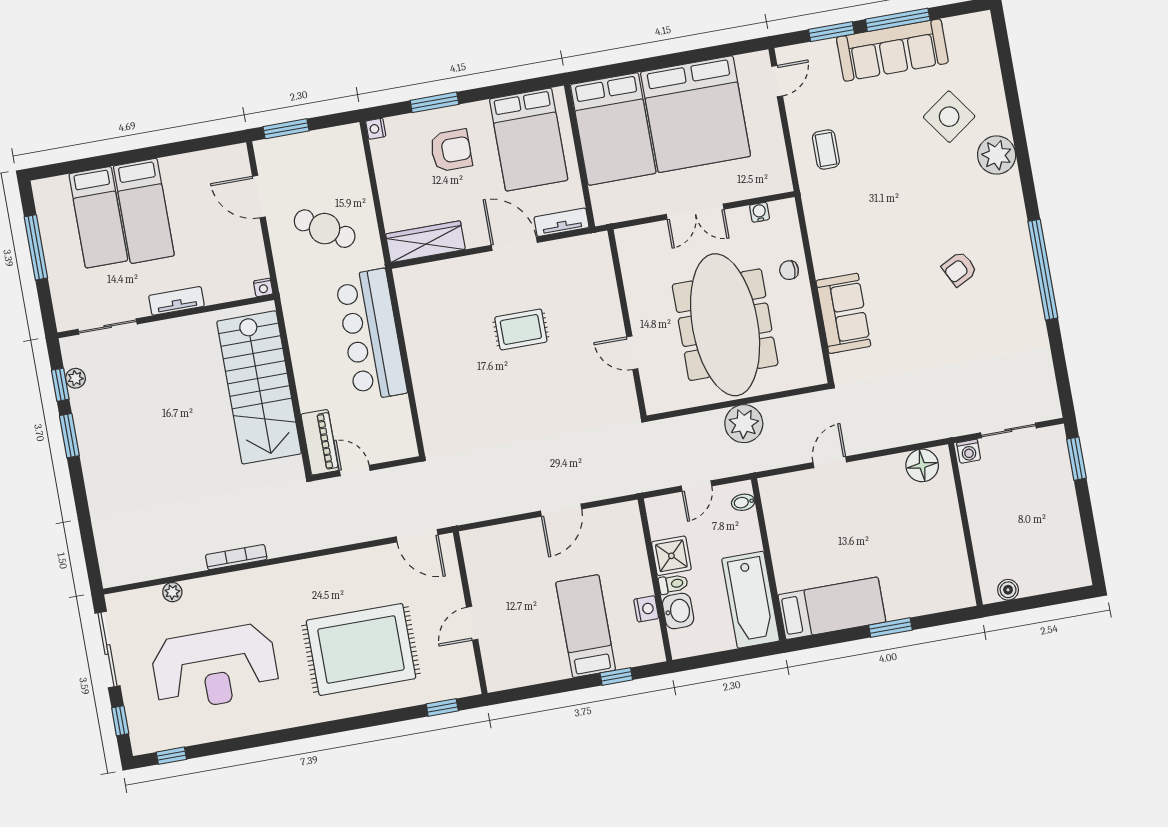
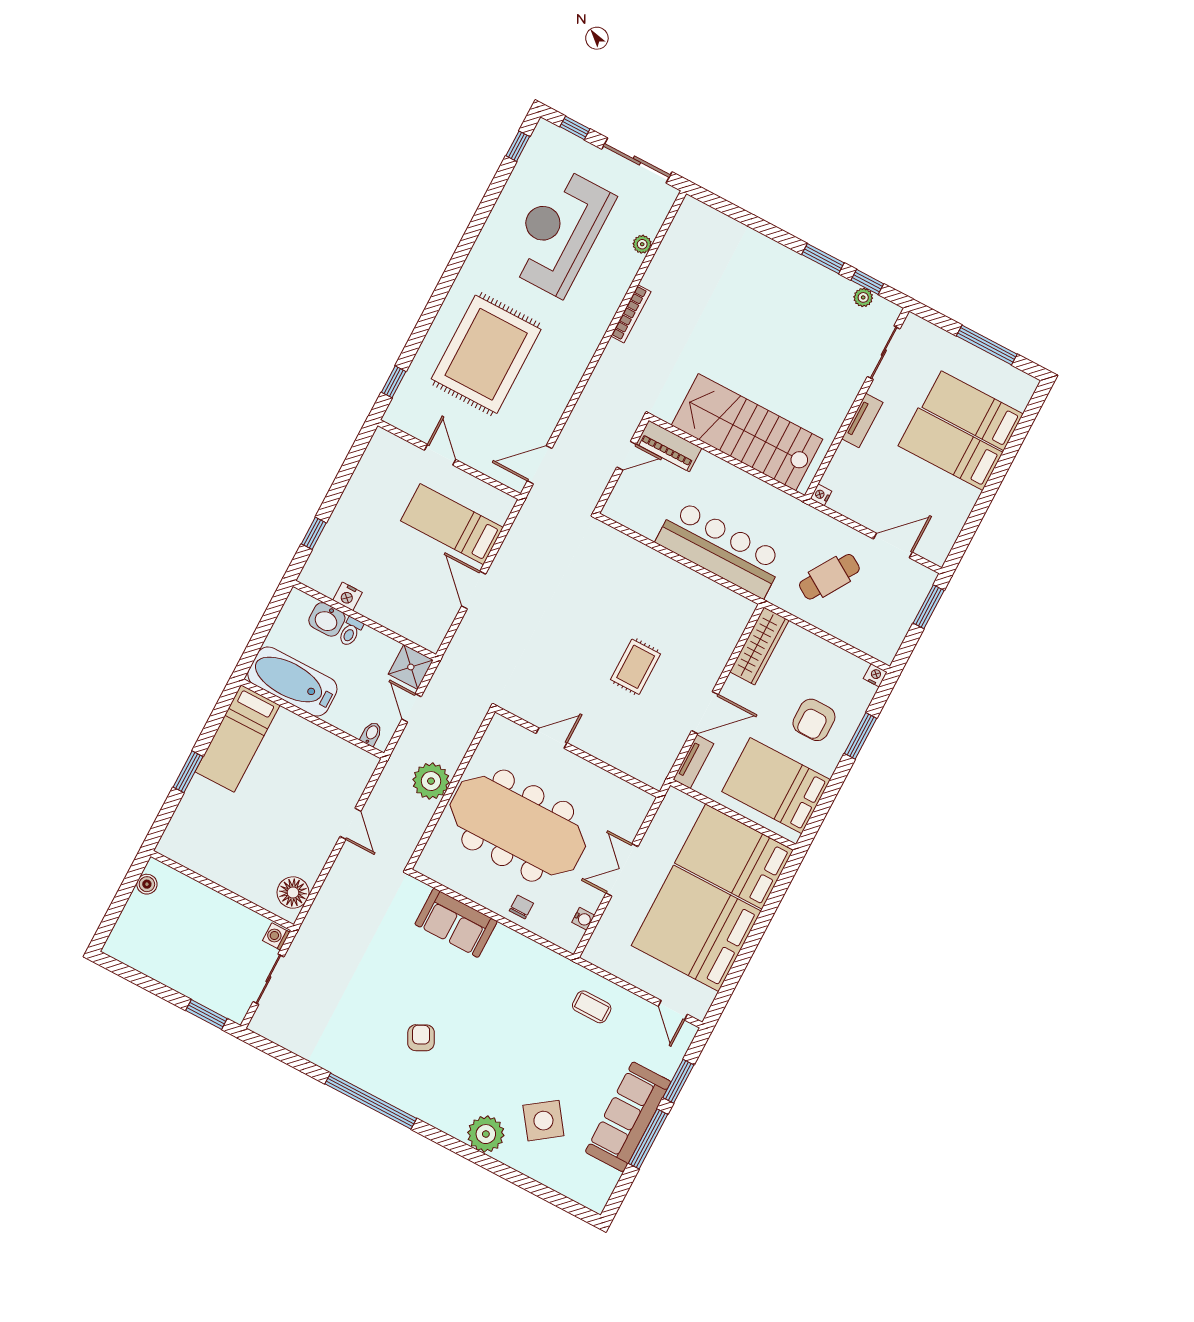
shower: (671, 556) -> (411, 667), moved
bed: (586, 626) -> (452, 524), moved, turned 180

